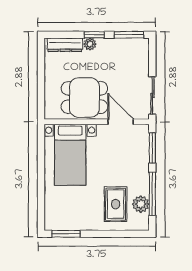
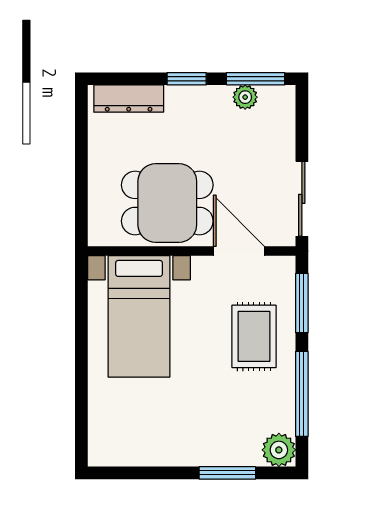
plant: (90, 44) -> (245, 97), moved
rug: (116, 204) -> (254, 336), moved
plant: (141, 204) -> (279, 450), moved
window: (66, 234) -> (227, 473), moved

